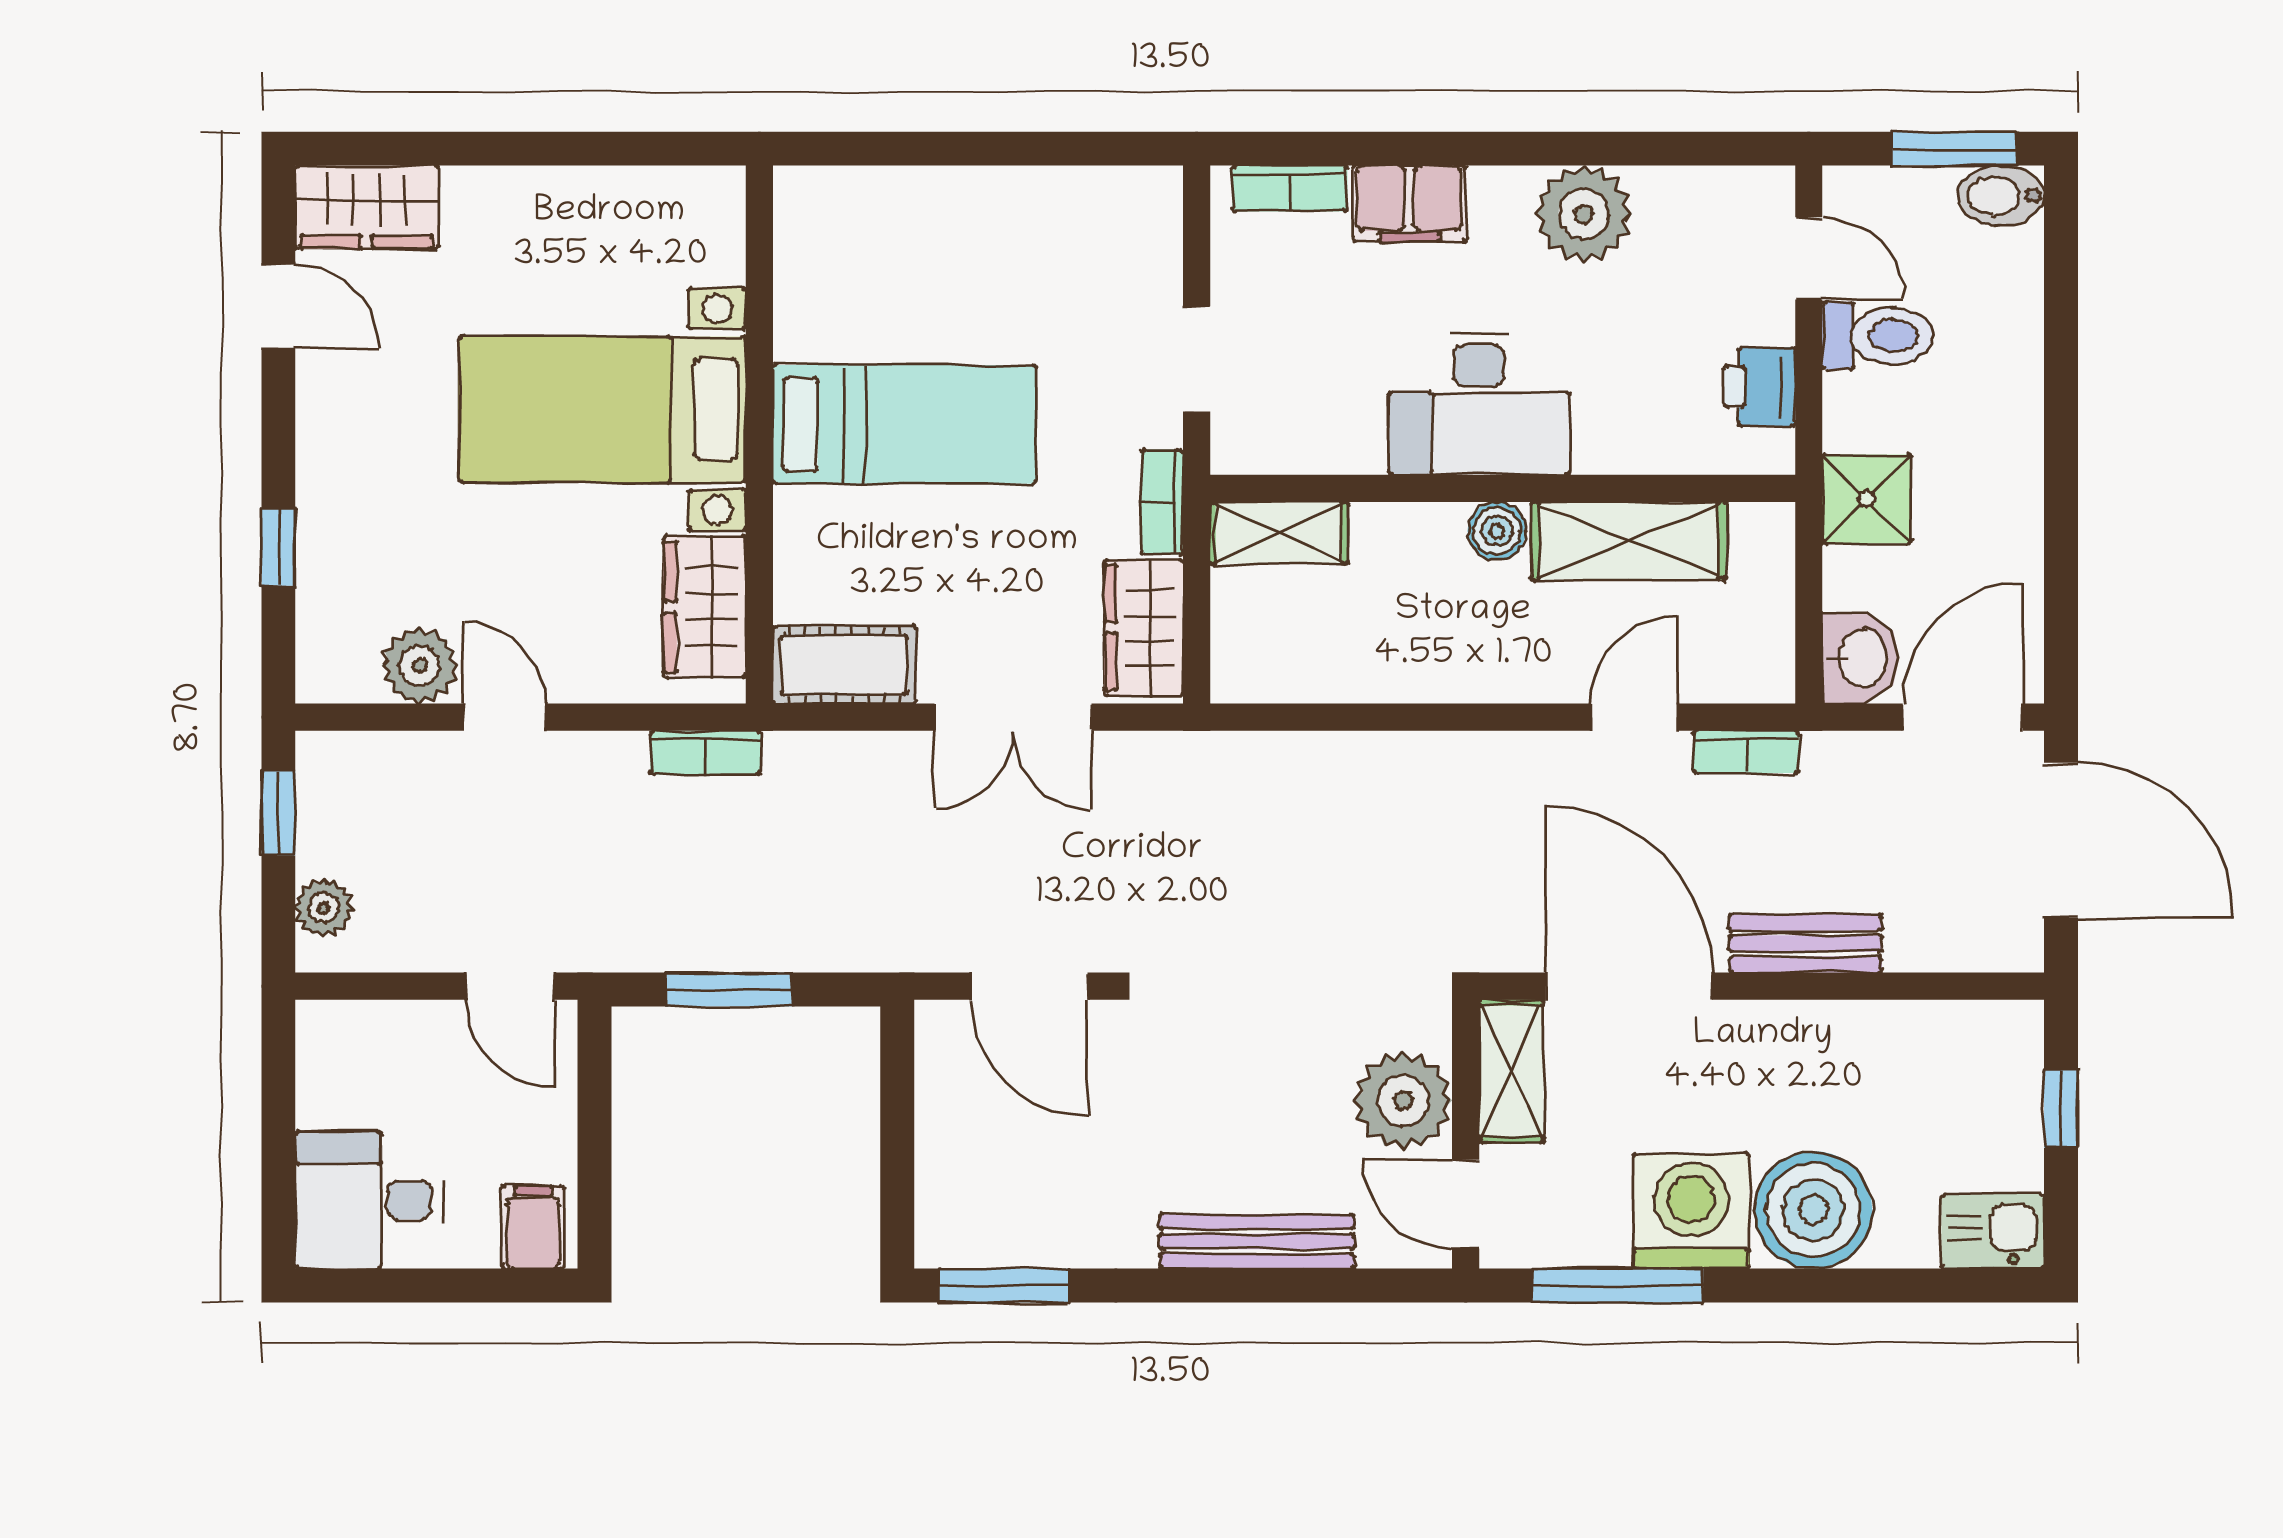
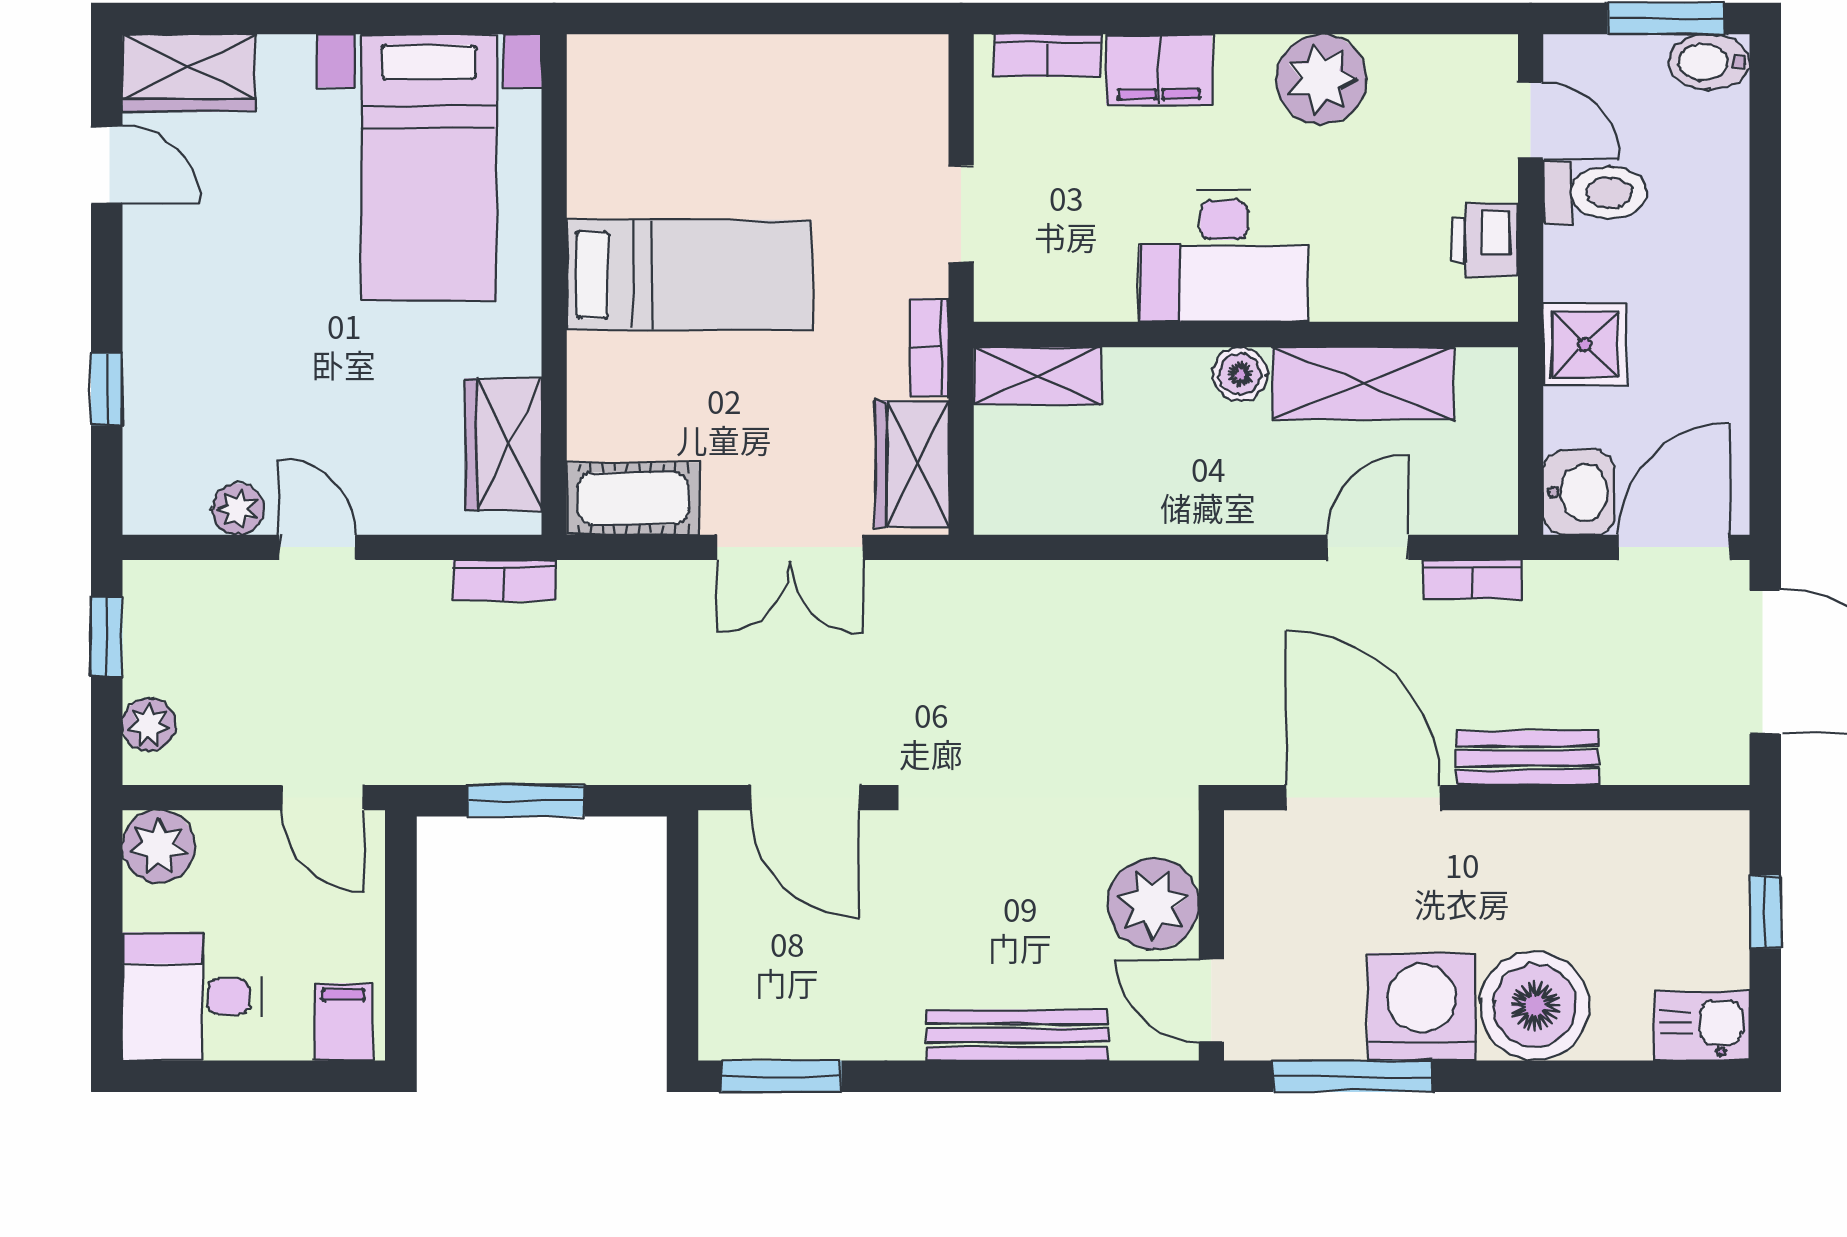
bed with nightstands: (602, 409) -> (429, 168), moved, turned -90
plant: (420, 666) -> (238, 509), width x0.73, depth x0.73
plant: (334, 1039) -> (159, 846), added
shelving: (1511, 1071) -> (1254, 877), removed

